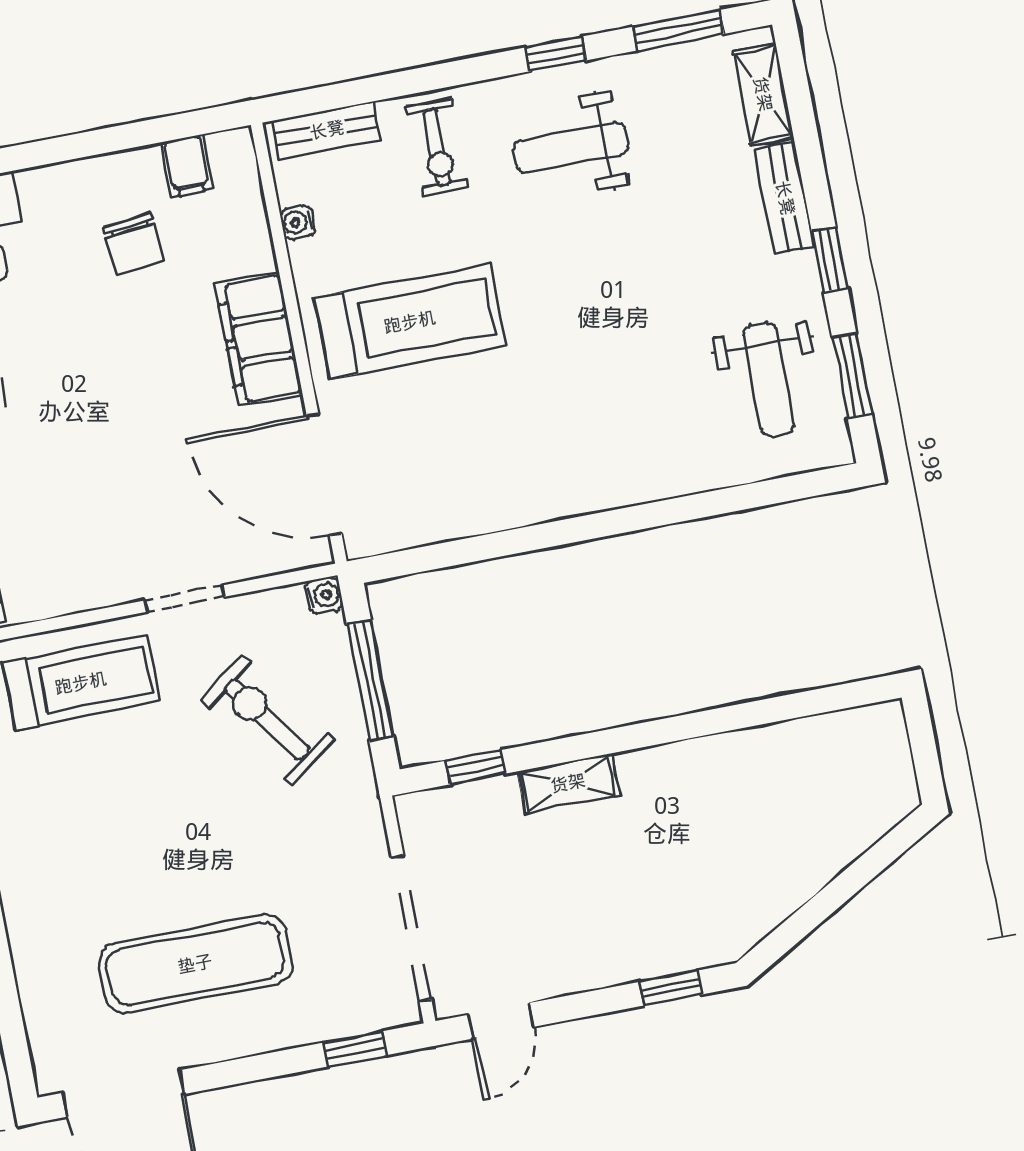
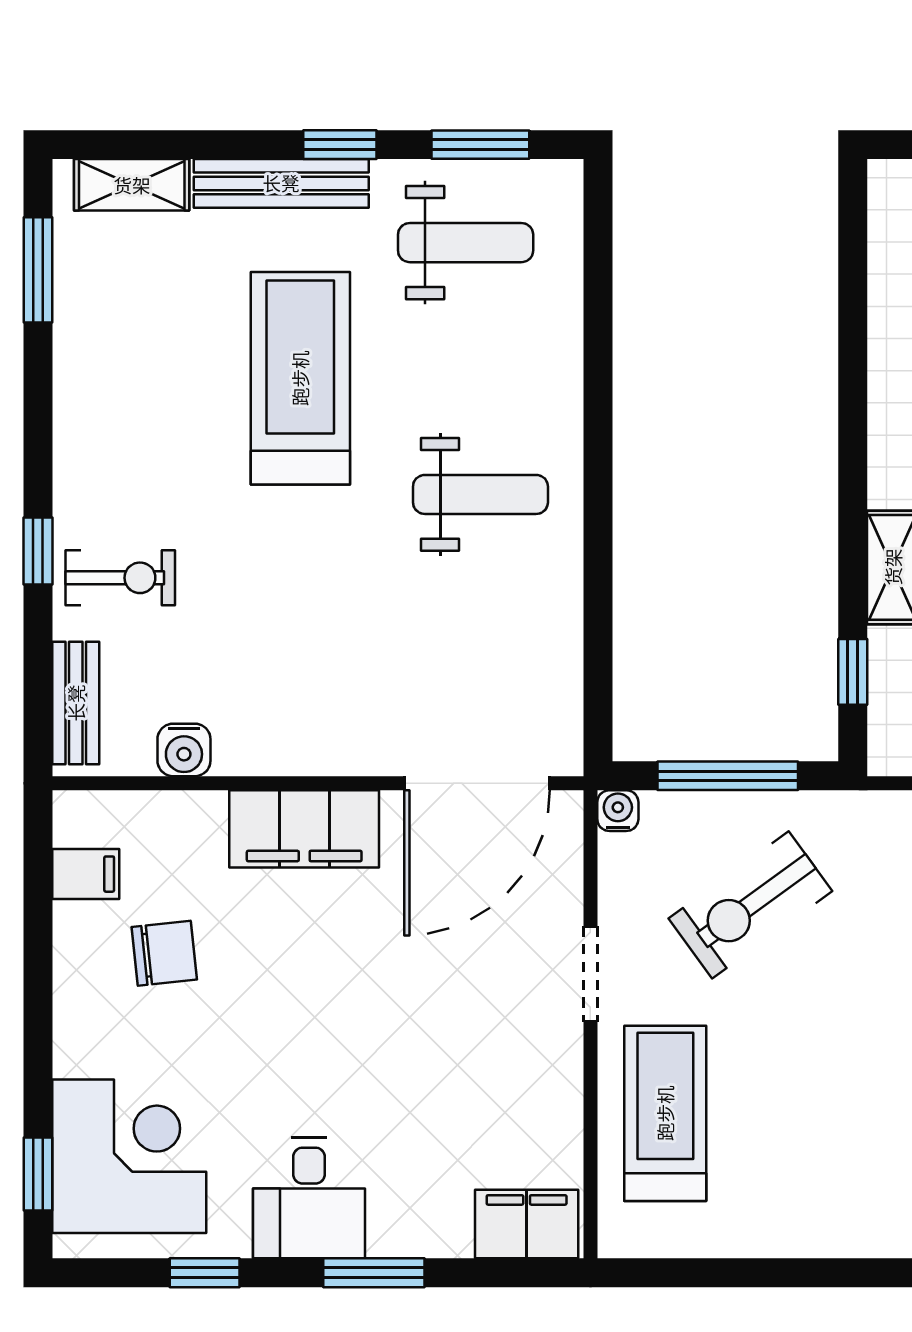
window: (556, 54) -> (38, 551), moved
weight bench: (571, 147) -> (480, 494), moved, turned -90
bench: (785, 198) -> (281, 183), width x1.36
water cooler: (298, 222) -> (184, 750), width x1.38, depth x1.38
treadmill: (410, 322) -> (300, 378), moved

